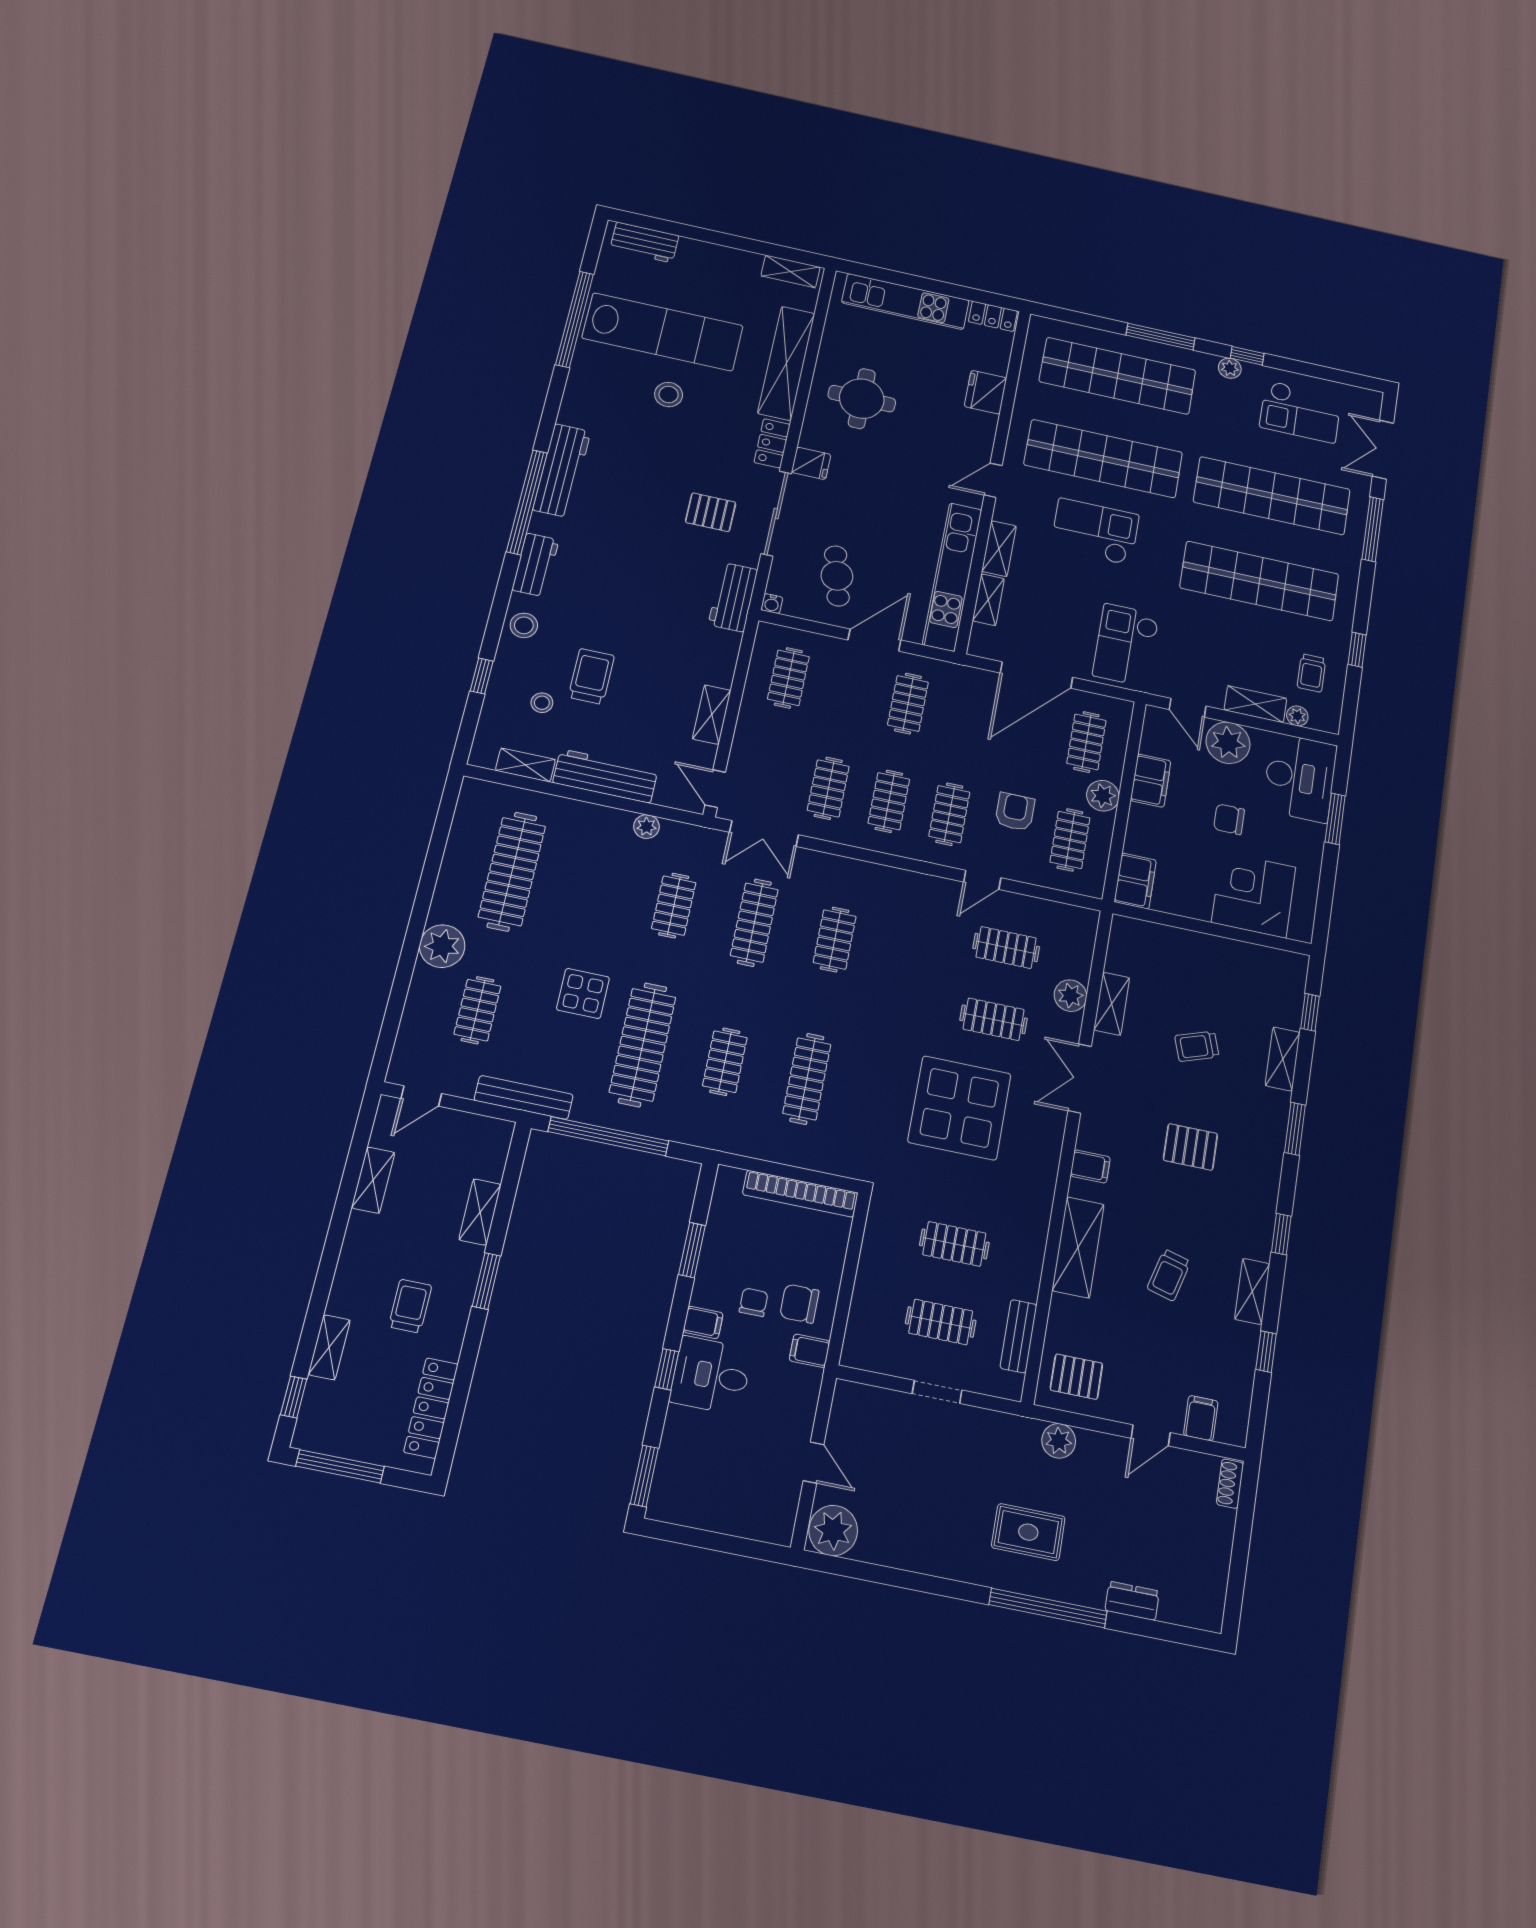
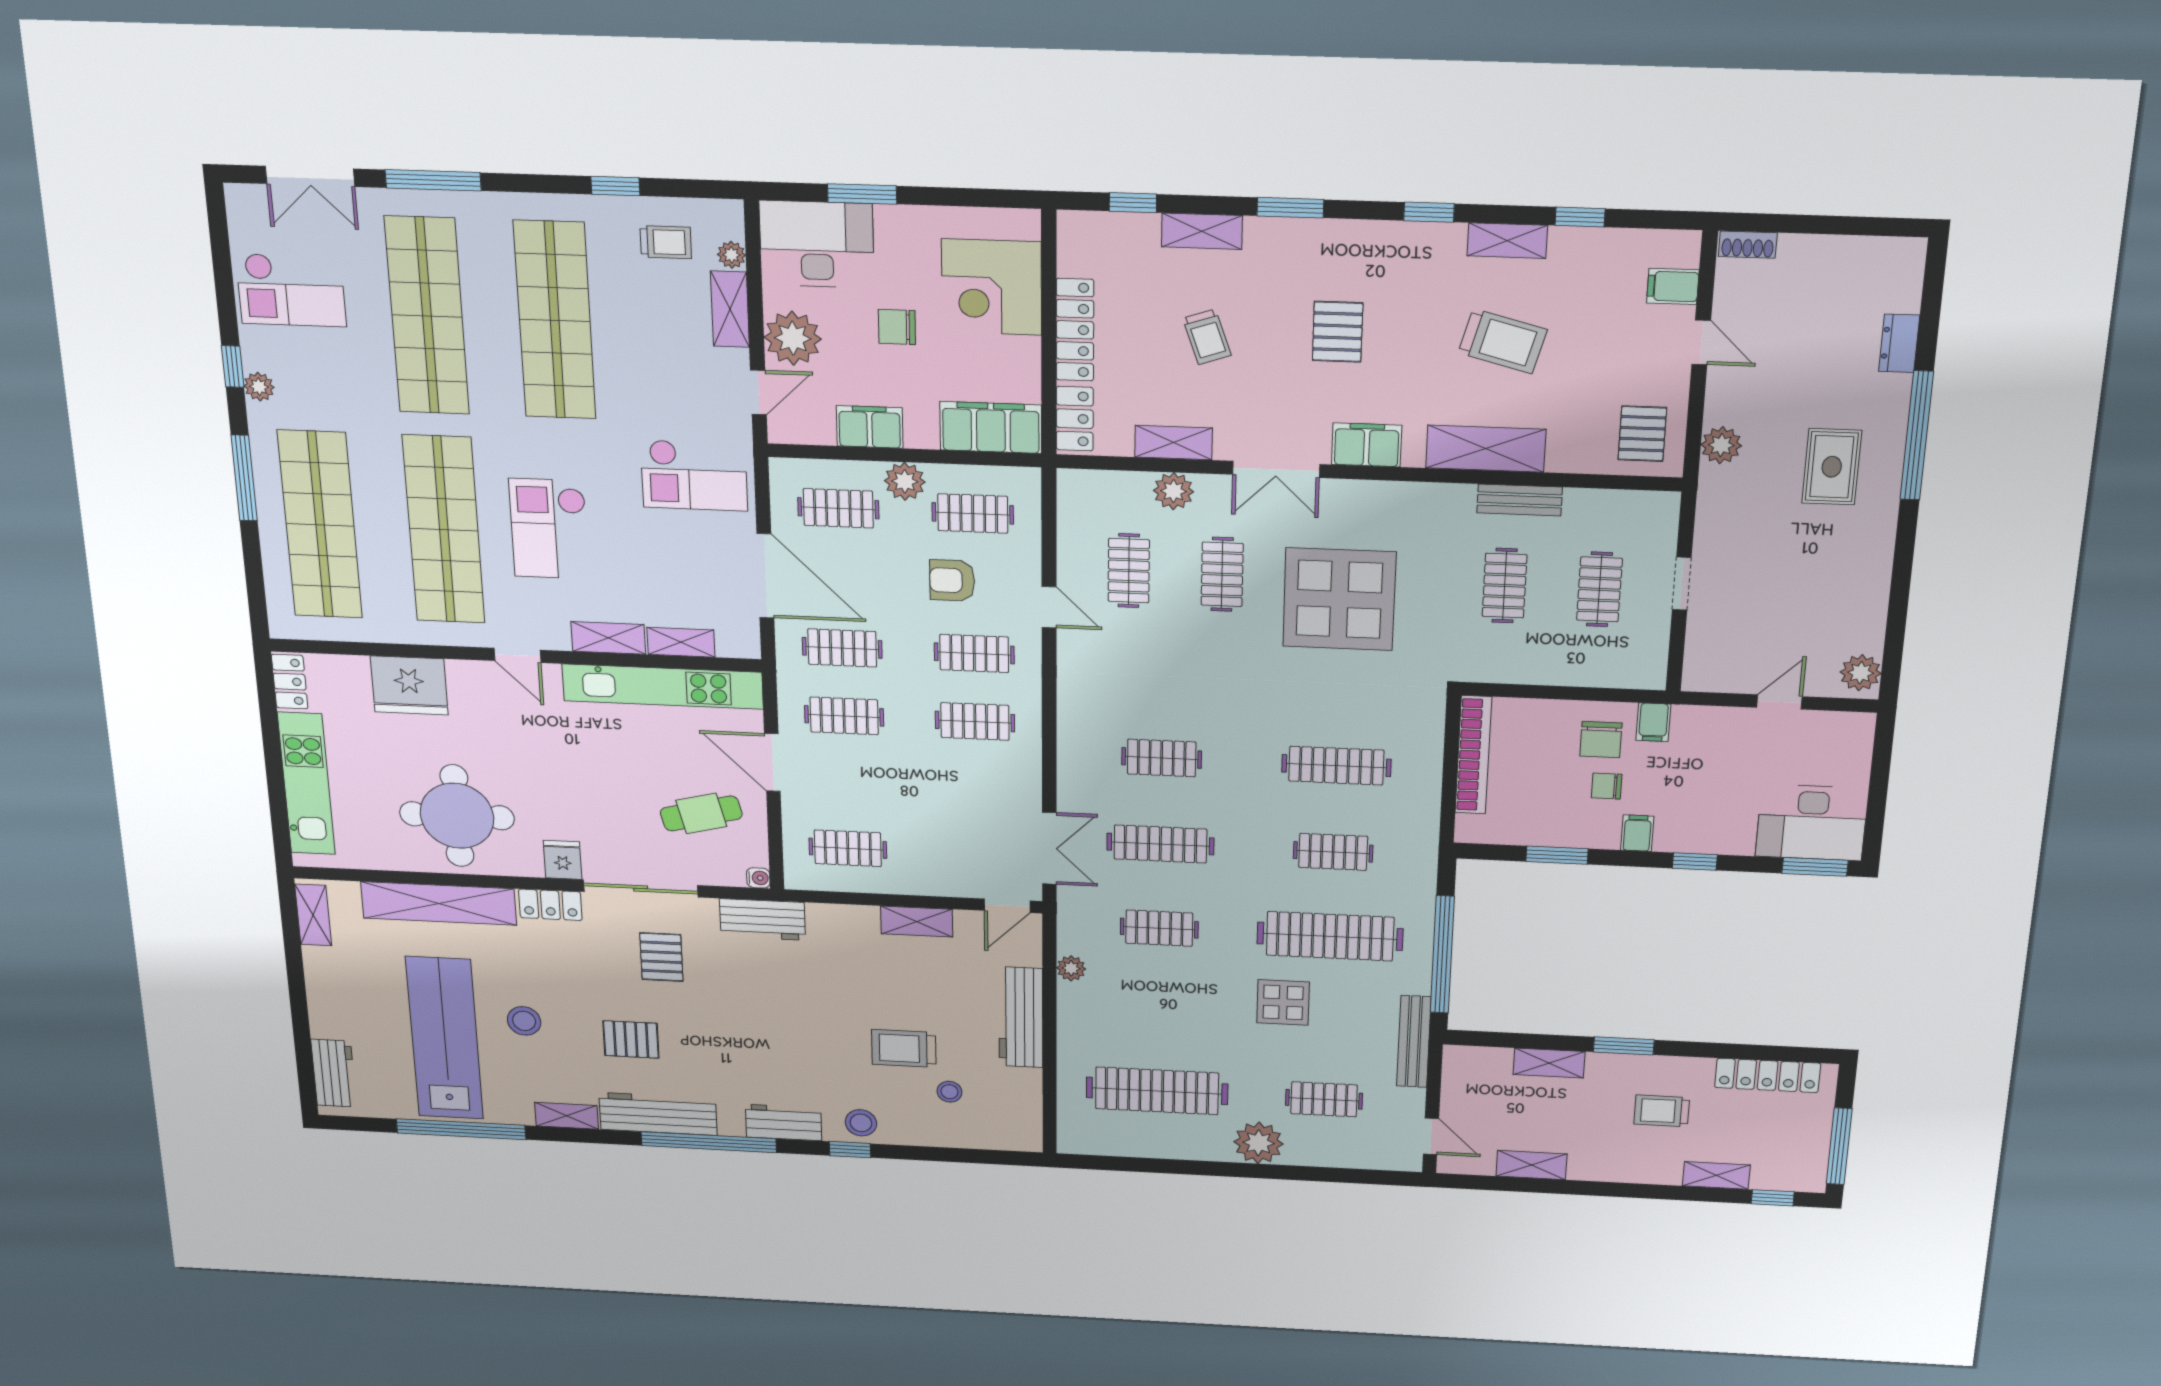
fridge: (986, 392) -> (409, 685), width x1.36, depth x1.34
round table: (862, 399) -> (457, 816), width x1.36, depth x1.36
checkout: (1300, 412) -> (291, 290), turned 90
pallet: (637, 469) -> (631, 1039), added
window: (482, 676) -> (850, 1150), moved
shelving: (525, 765) -> (567, 1116), moved, turned 90
clothes rail: (828, 788) -> (842, 648), moved
chair: (1229, 819) -> (897, 327), turned 90
filing cabinet: (1135, 881) -> (991, 427), width x1.50, depth x1.17
locker: (1140, 933) -> (1075, 419), added
locker: (1213, 949) -> (1075, 330), added
filing cabinet: (1090, 1166) -> (1367, 445), width x2.00
trolley: (1169, 1275) -> (1503, 341), width x1.36, depth x1.39
bench: (1018, 1336) -> (1520, 500), moved
desk: (711, 1375) -> (1812, 823), moved, width x1.37
plant: (833, 1530) -> (1861, 673), width x0.73, depth x0.73

